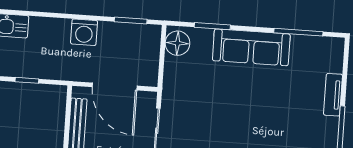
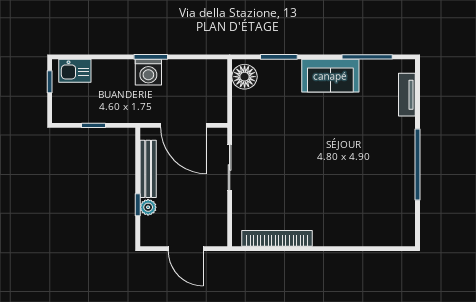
window: (131, 20) -> (151, 57), moved
sofa: (251, 47) -> (330, 76), width x0.73
tv unit: (333, 95) -> (407, 95), moved

